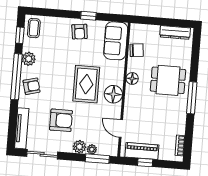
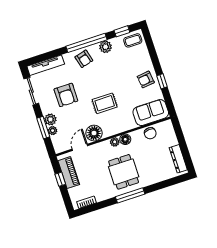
dining table: (168, 80) -> (124, 172), moved
rug: (86, 84) -> (105, 103), width x0.73, depth x0.70
plant: (130, 90) -> (115, 142), added
floor lamp: (113, 94) -> (94, 133), moved
window: (97, 159) -> (43, 128), moved

